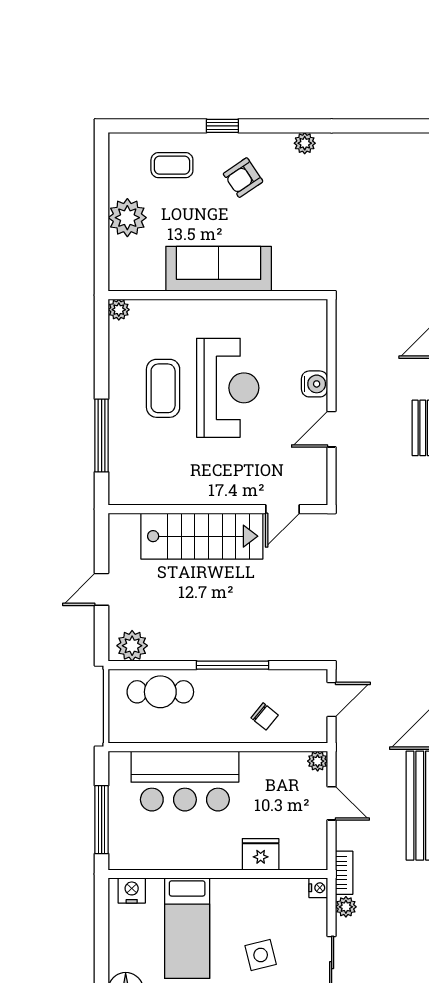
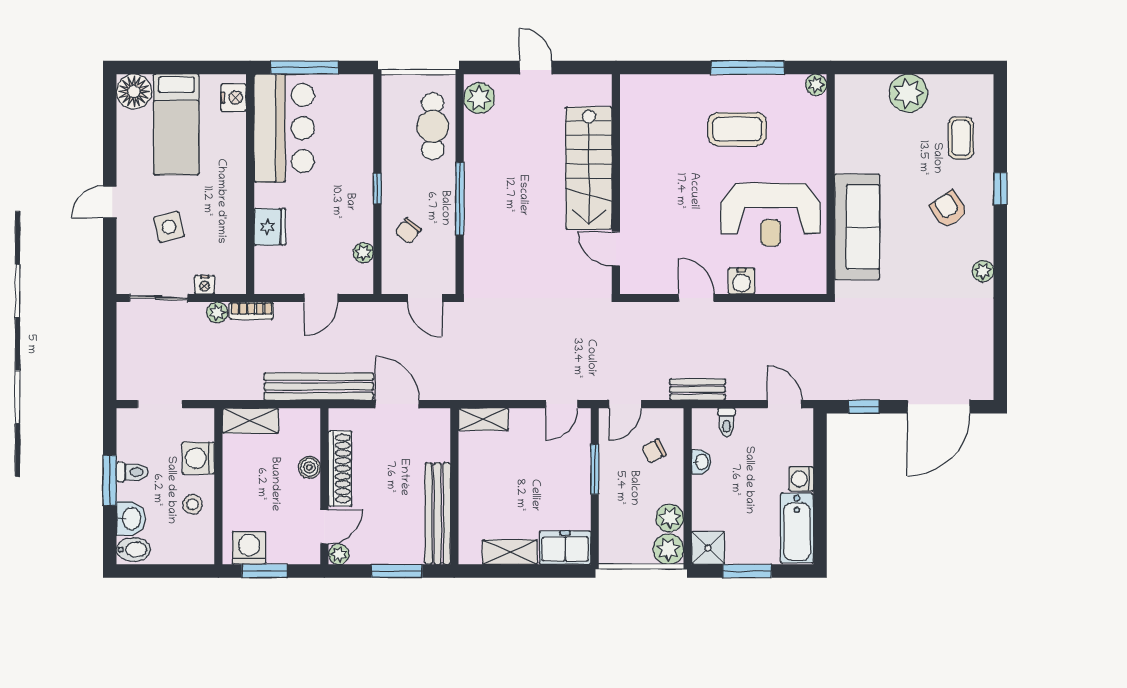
sofa: (219, 269) -> (857, 227), moved
reception desk: (228, 388) -> (771, 215), moved
window: (102, 436) -> (748, 67), moved
window: (222, 747) -> (377, 189), added
plant: (318, 761) -> (363, 253), moved
bar counter: (185, 781) -> (284, 128), moved, turned 180
nightstand: (318, 888) -> (205, 285), moved
bed: (187, 928) -> (176, 124), moved, turned -90

